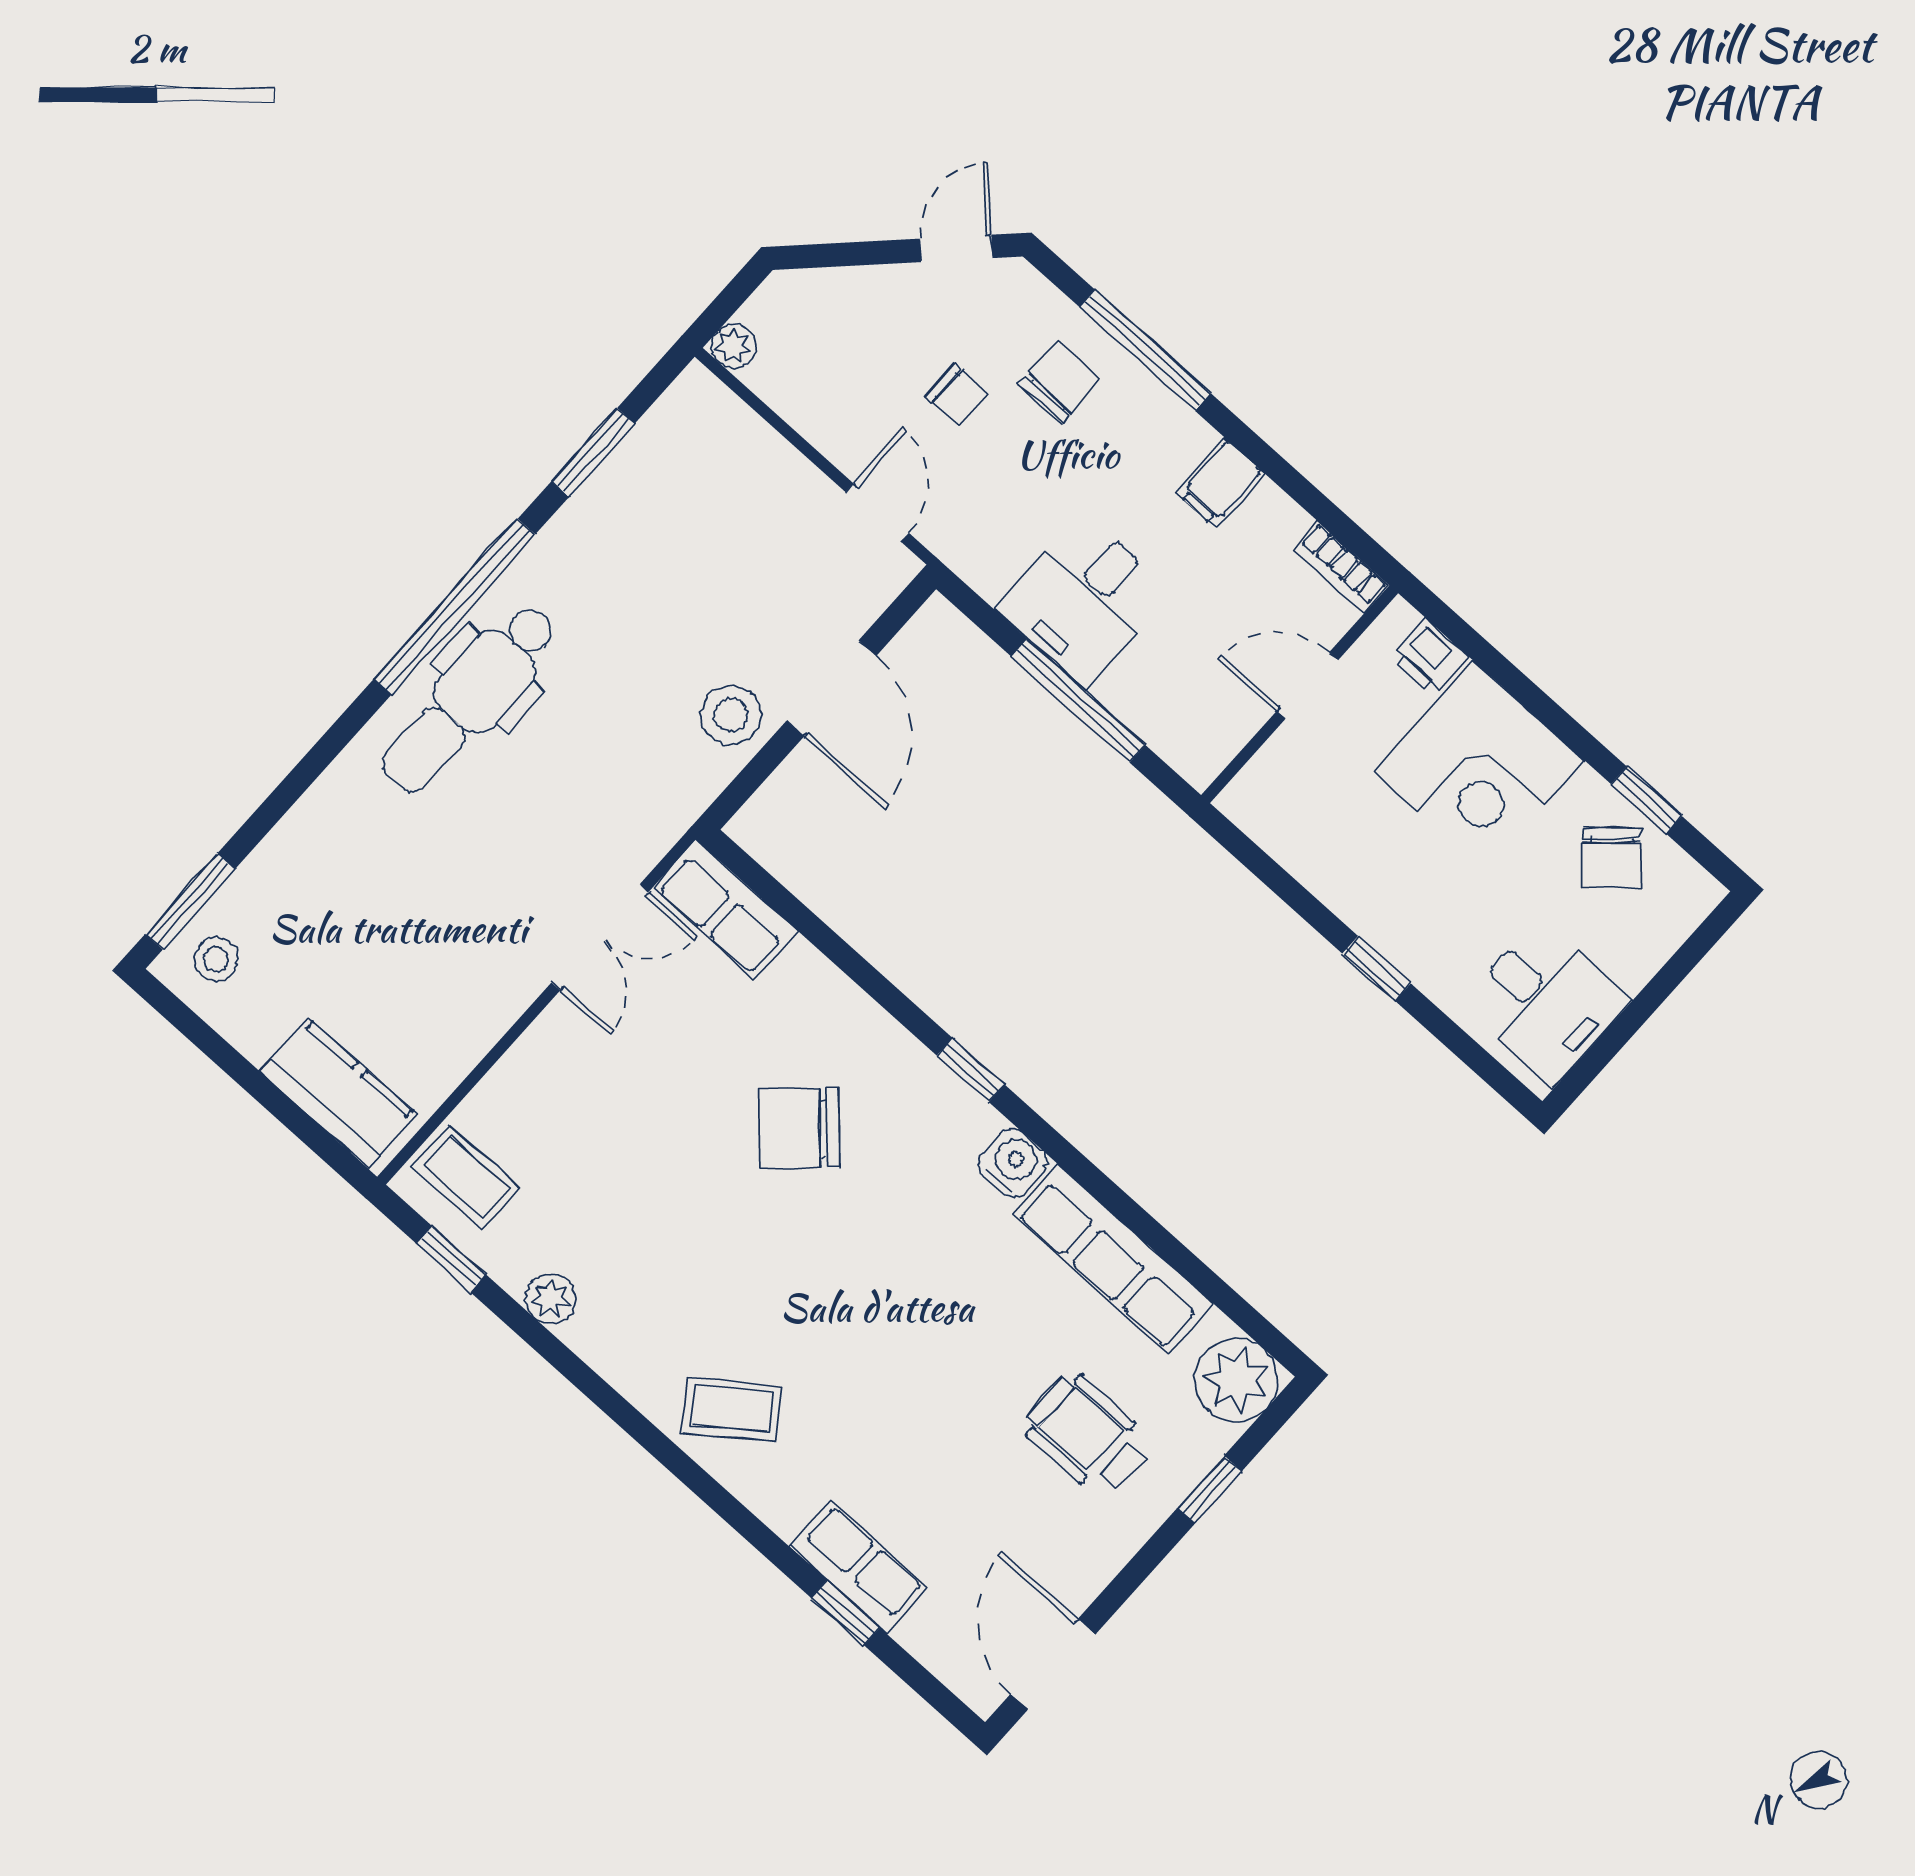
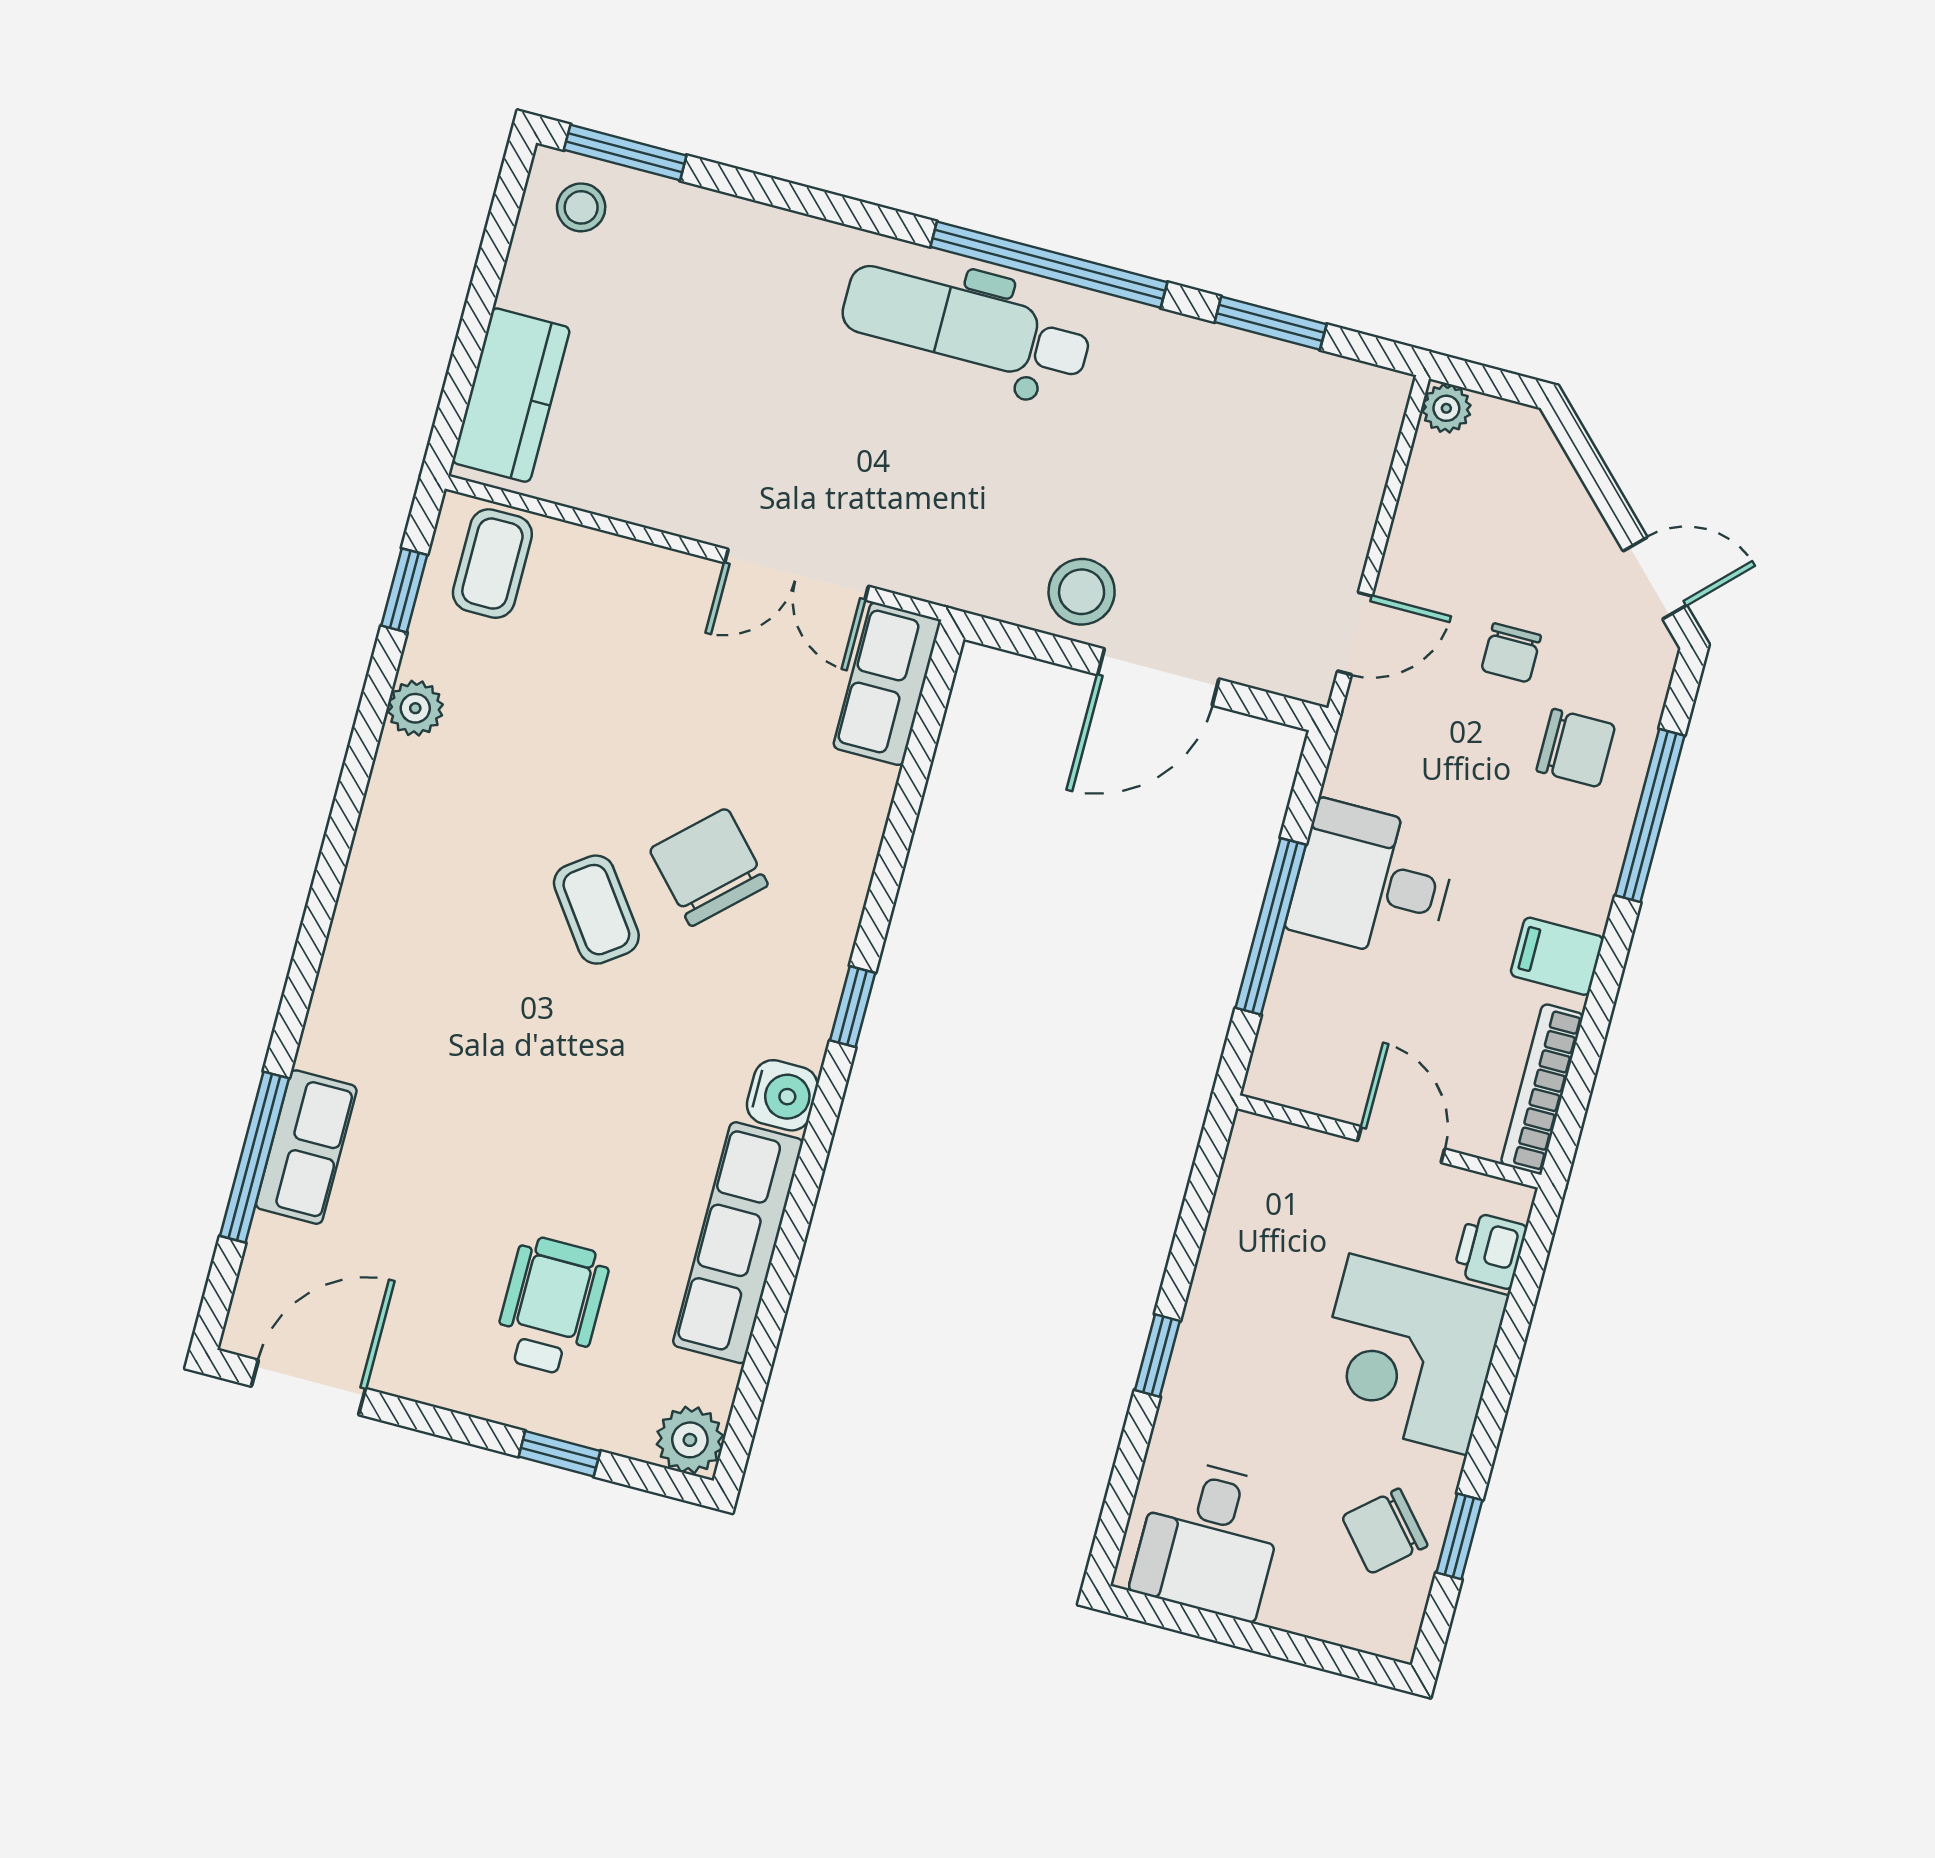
bookcase: (1341, 567) -> (1542, 1089), width x1.56
plant: (1236, 1380) -> (690, 1440), width x0.73, depth x0.73
coffee table: (732, 1409) -> (596, 910), moved
window: (845, 1613) -> (255, 1157), width x2.17

